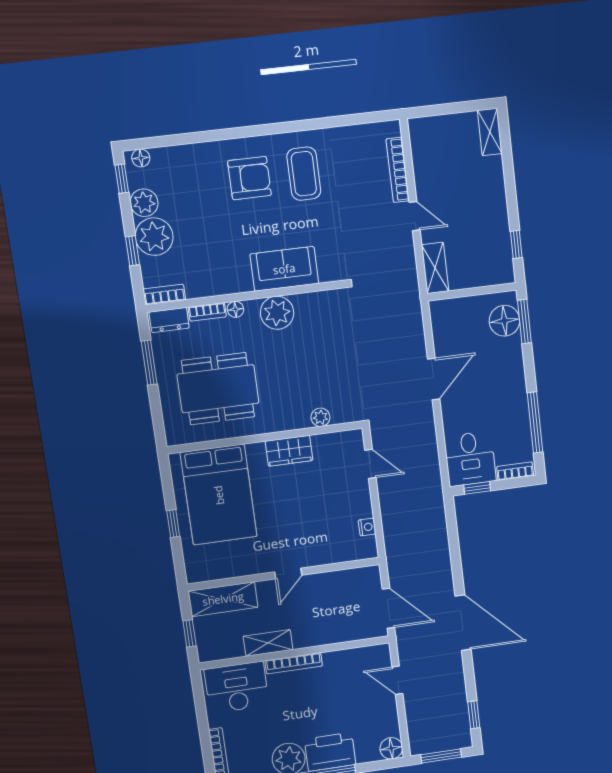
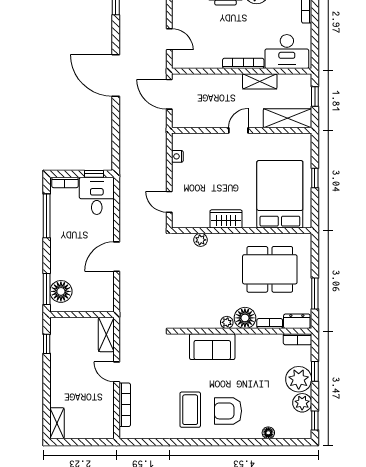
floor lamp: (141, 158) -> (268, 433), moved
floor lamp: (235, 309) -> (245, 318), width x1.89, depth x1.89
plant: (277, 313) -> (227, 322), width x0.53, depth x0.53

